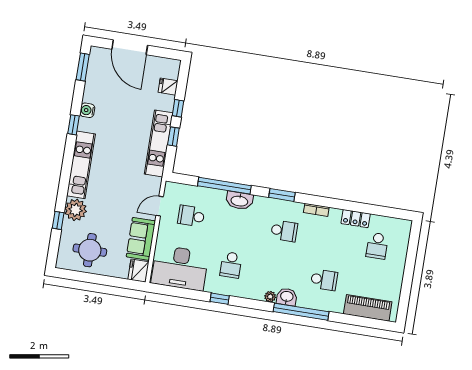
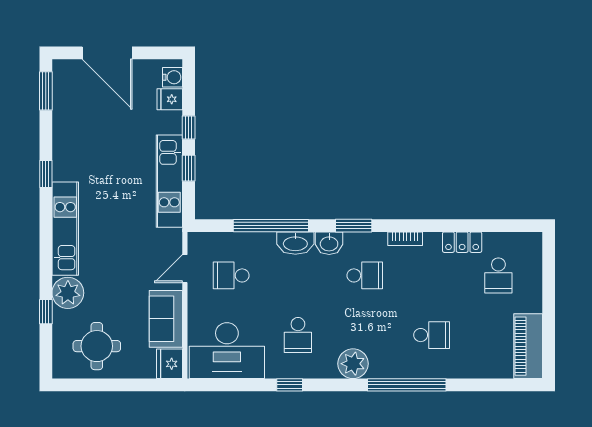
water cooler: (87, 110) -> (172, 77), moved, turned 180
plant: (270, 297) -> (353, 364), width x1.88, depth x1.88
washbasin: (287, 297) -> (329, 243), moved, turned 180
piano: (368, 308) -> (528, 346), moved, turned -90

